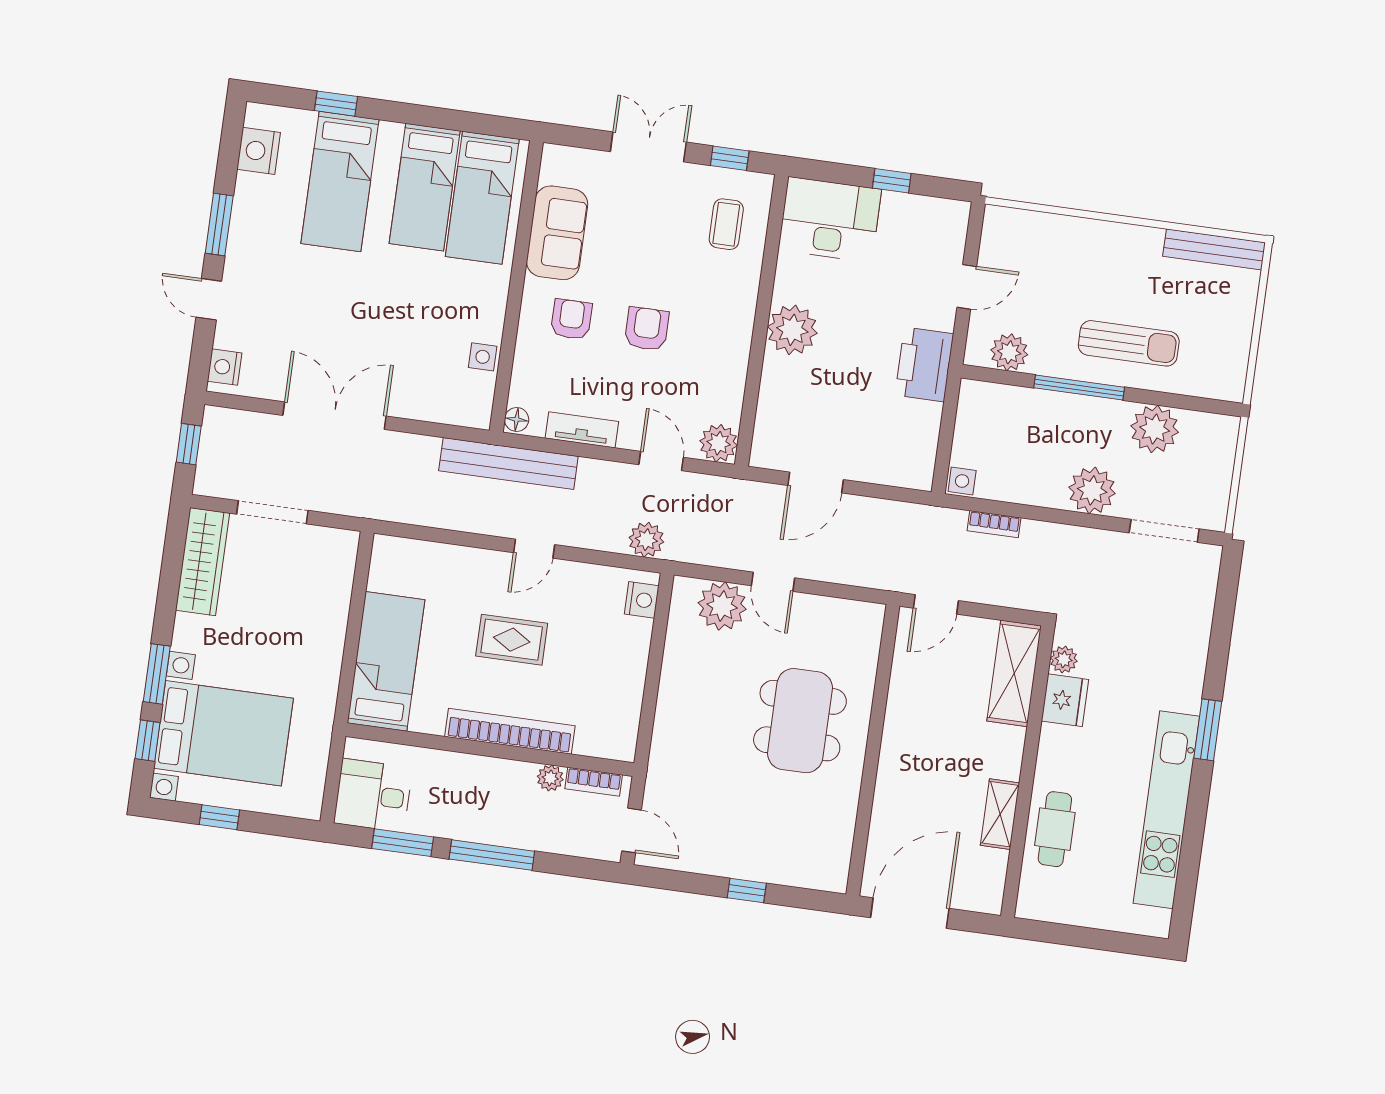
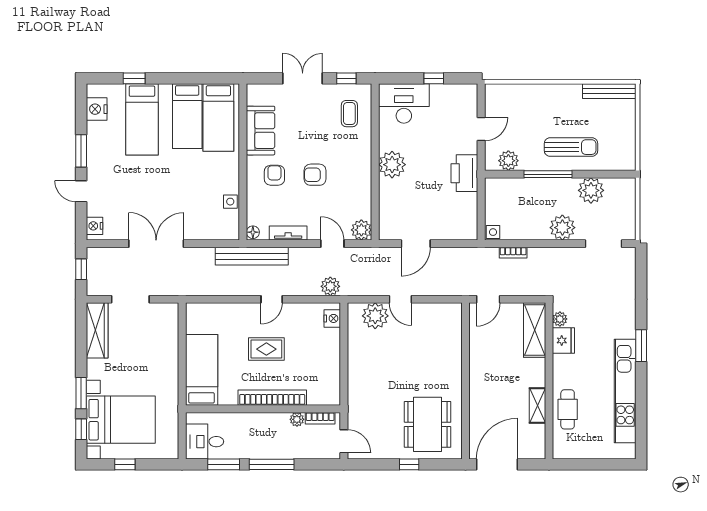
armchair: (647, 329) -> (315, 175), turned -90
dining table: (800, 721) -> (428, 424), moved

